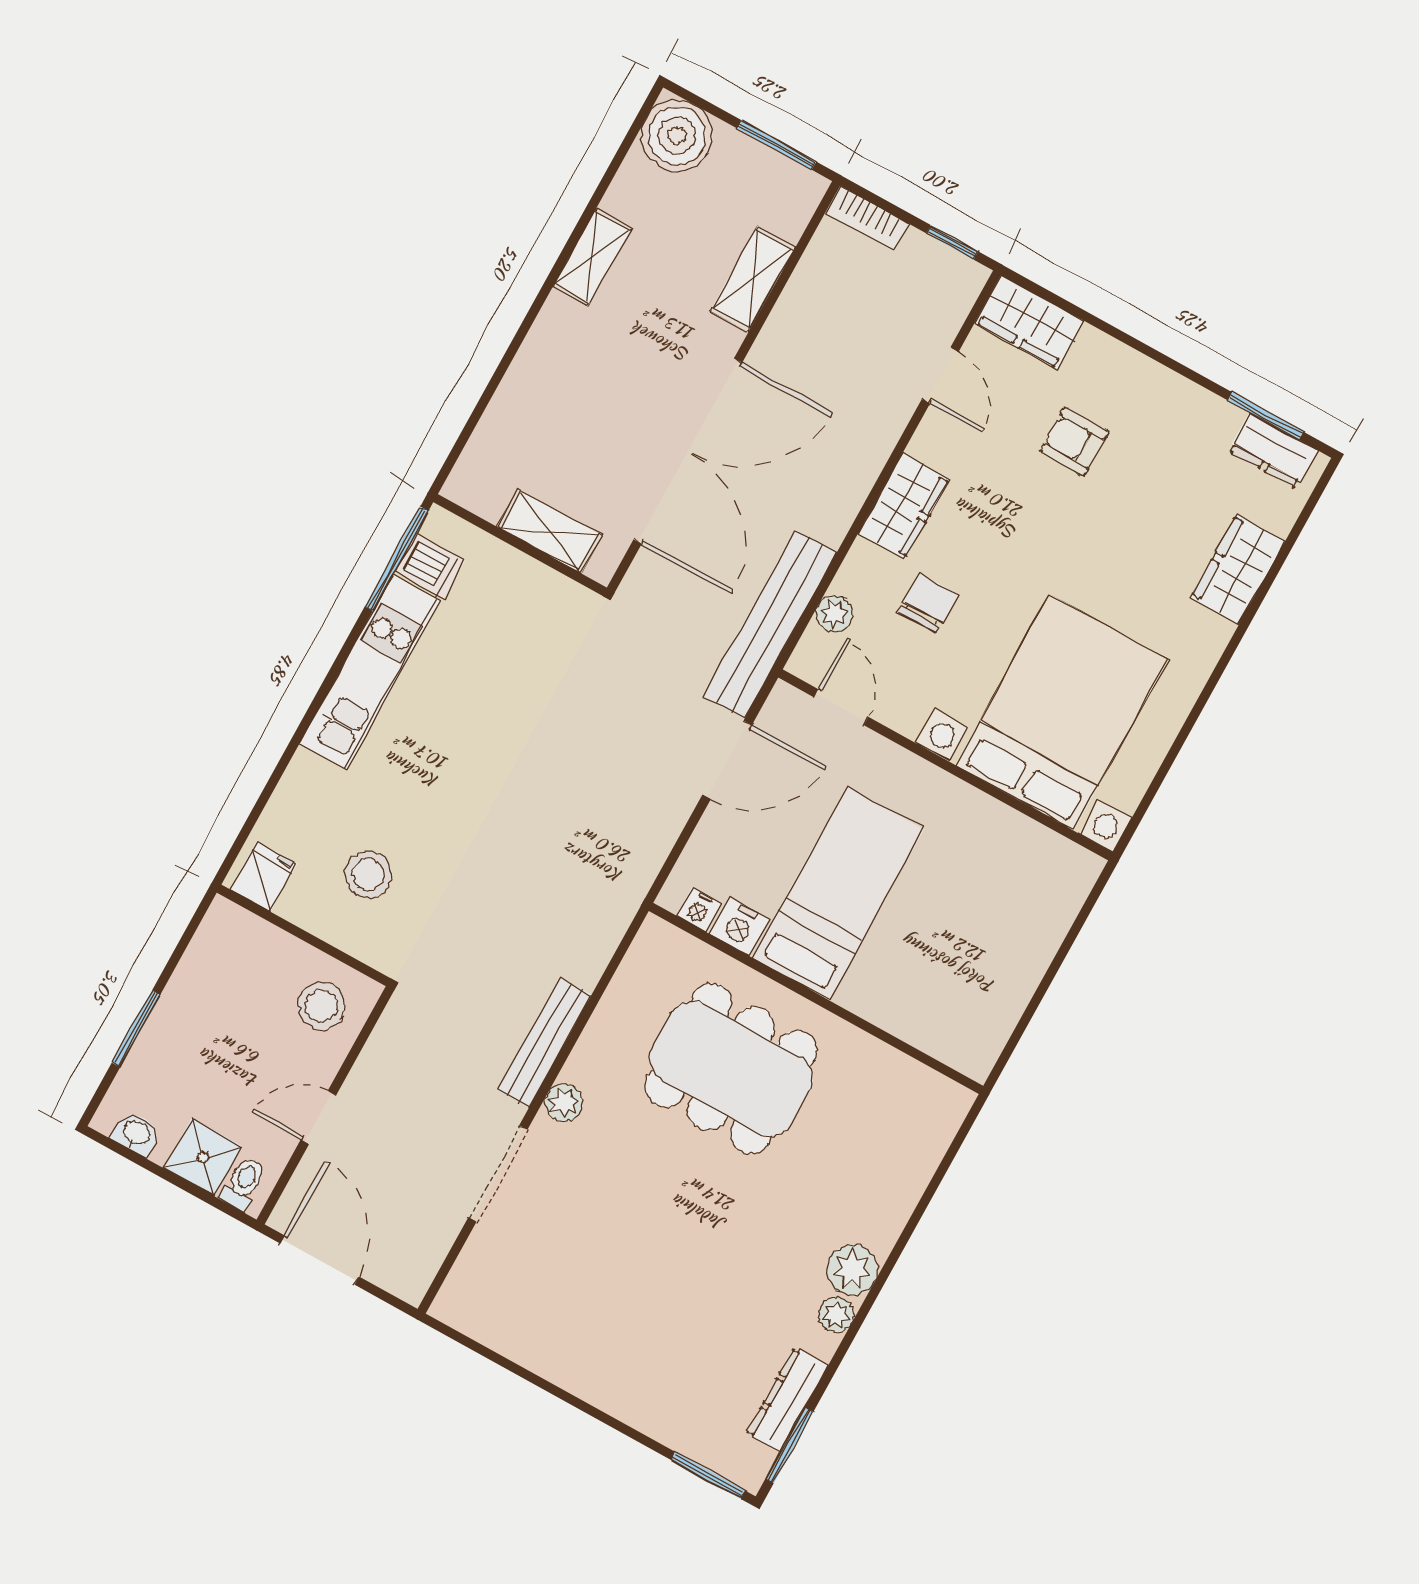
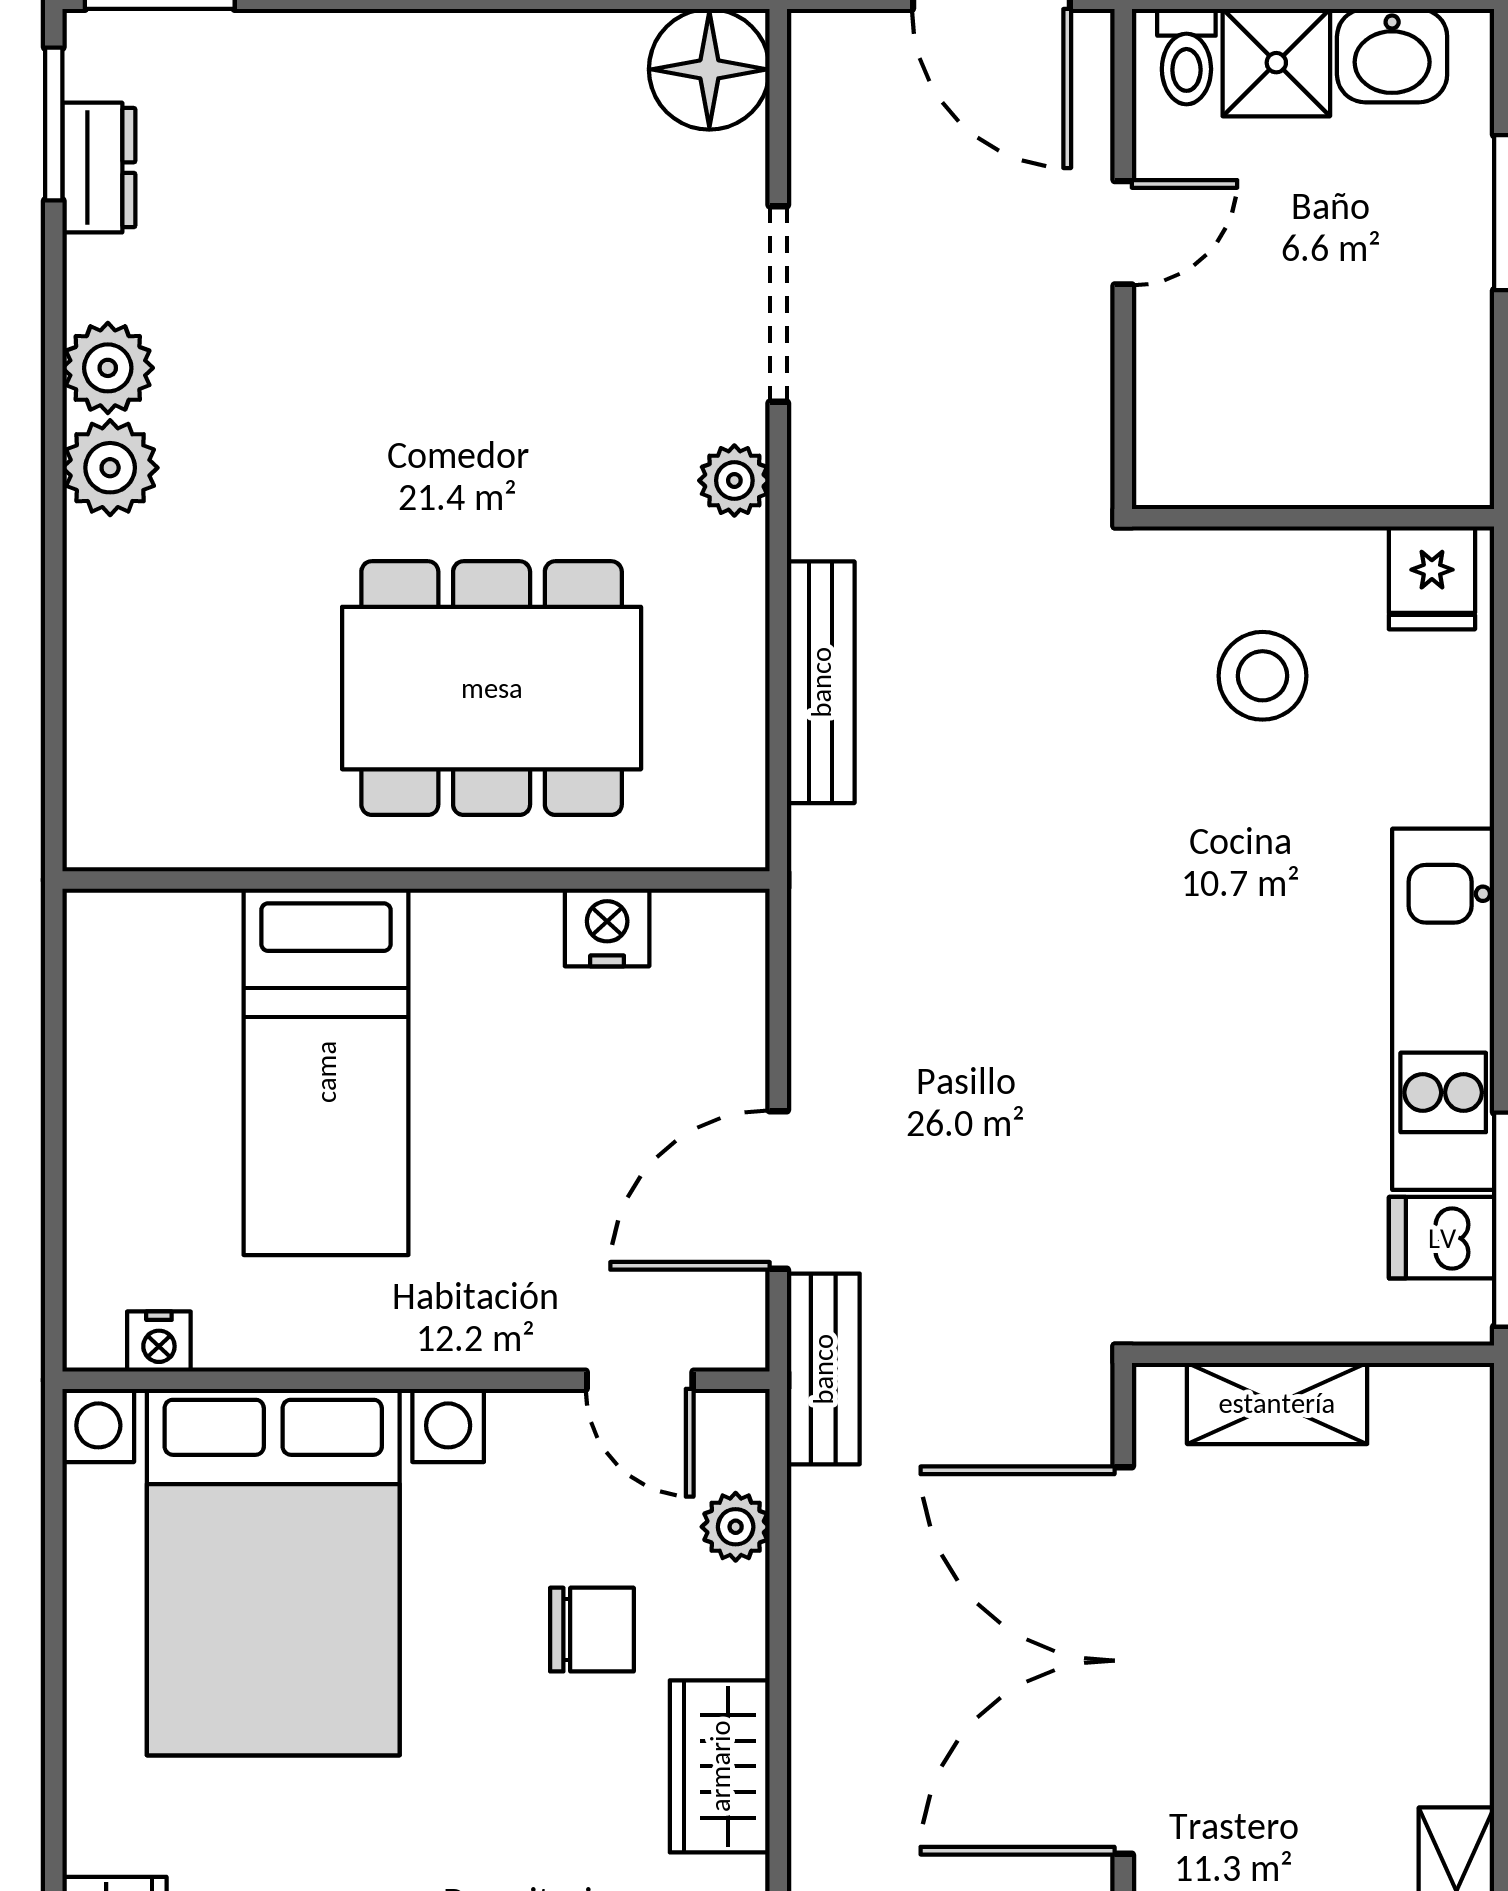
chair: (928, 603) -> (592, 1630), turned -90
bench: (770, 624) -> (823, 1369), width x0.54, depth x0.82
bed: (838, 893) -> (326, 1072), moved
nightstand: (699, 910) -> (159, 1342), moved, turned 180
stool: (322, 1006) -> (1219, 418), removed
bench: (545, 1042) -> (821, 682), moved
washbasin: (136, 1133) -> (1392, 56), width x1.38, depth x1.45
floor lamp: (469, 1301) -> (709, 69), added
plant: (836, 1315) -> (108, 368), width x1.38, depth x1.38
dresser: (787, 1400) -> (99, 168), width x0.70

